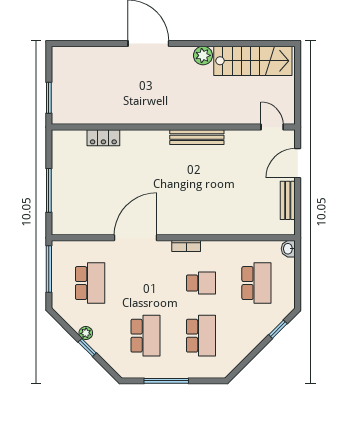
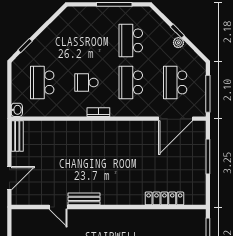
door: (272, 127) -> (58, 207), moved
bench: (197, 137) -> (84, 199), width x0.73
locker: (103, 138) -> (164, 198), width x1.53
bench: (288, 200) -> (17, 136), moved
door: (136, 238) -> (176, 119), moved
school desk: (201, 336) -> (131, 82), moved

